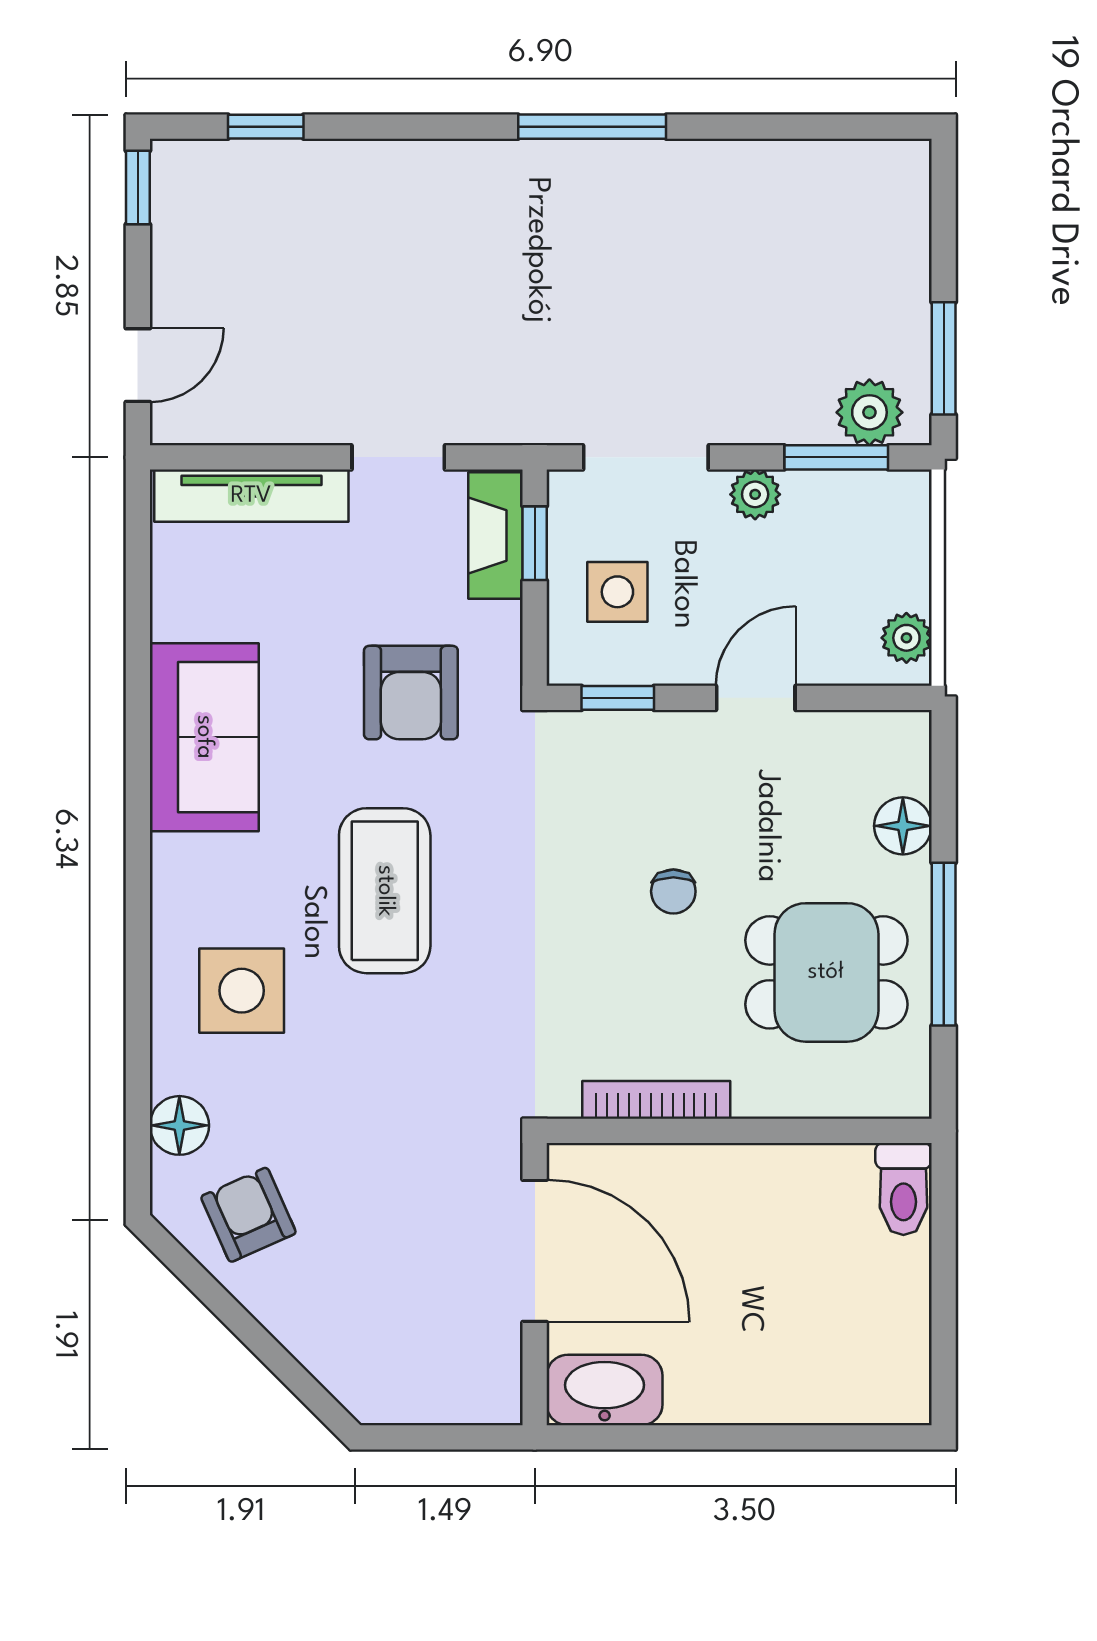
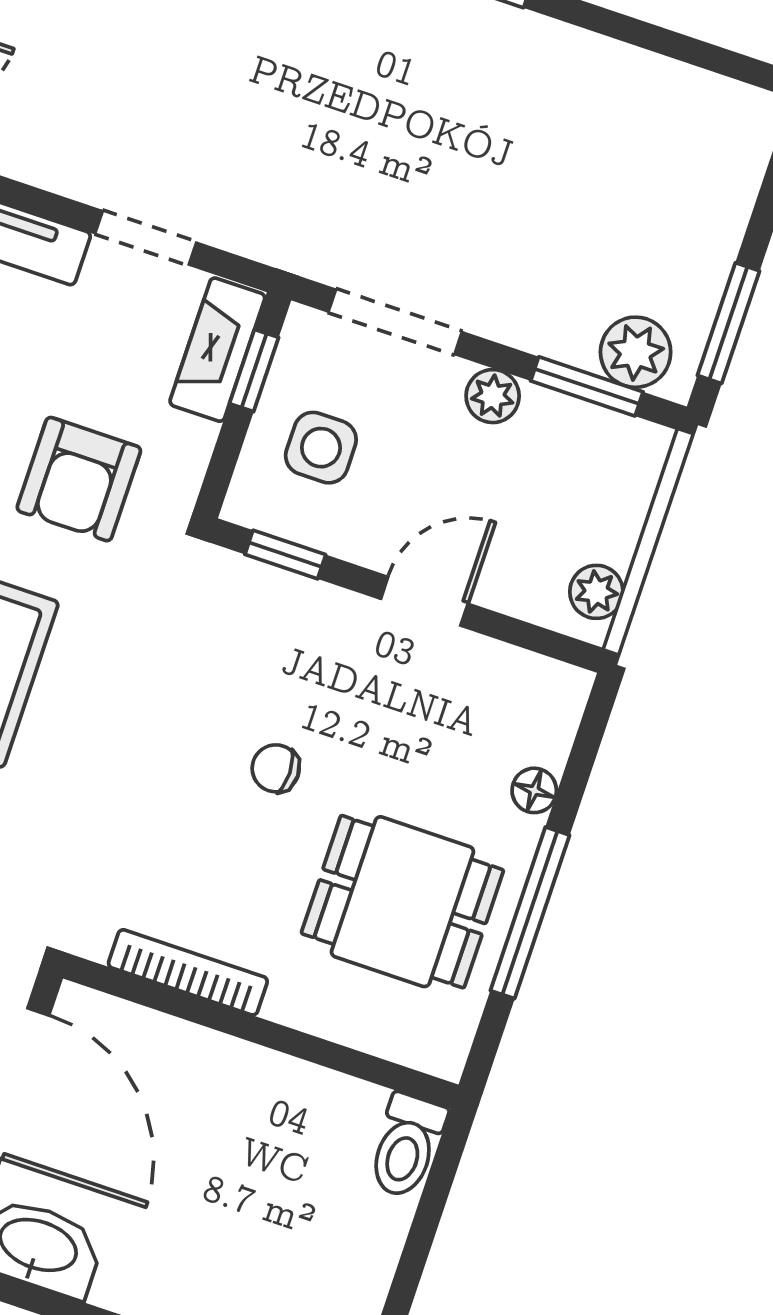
floor lamp: (903, 826) -> (534, 790), width x0.73, depth x0.73
chair: (673, 891) -> (276, 768), turned 90

